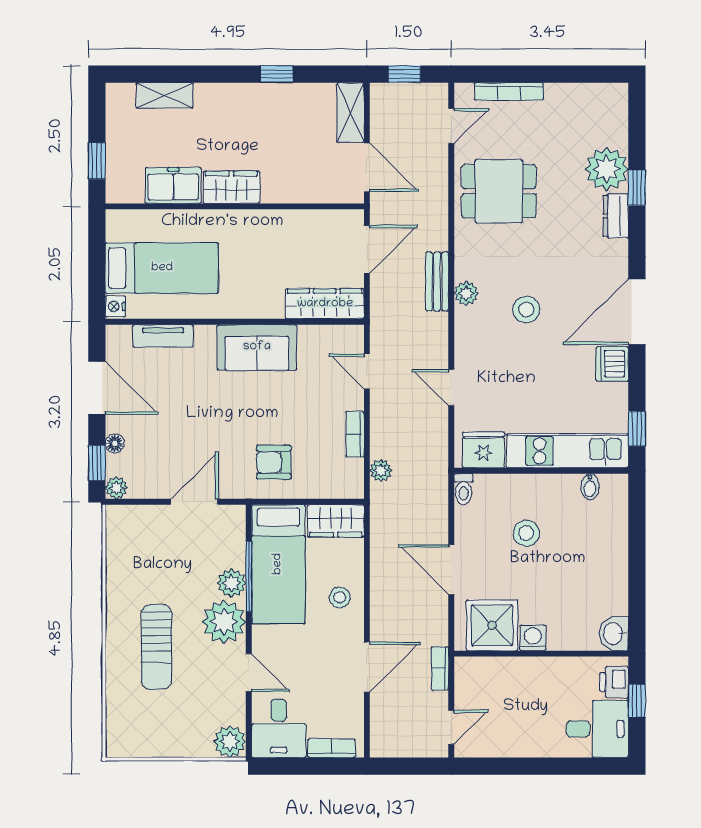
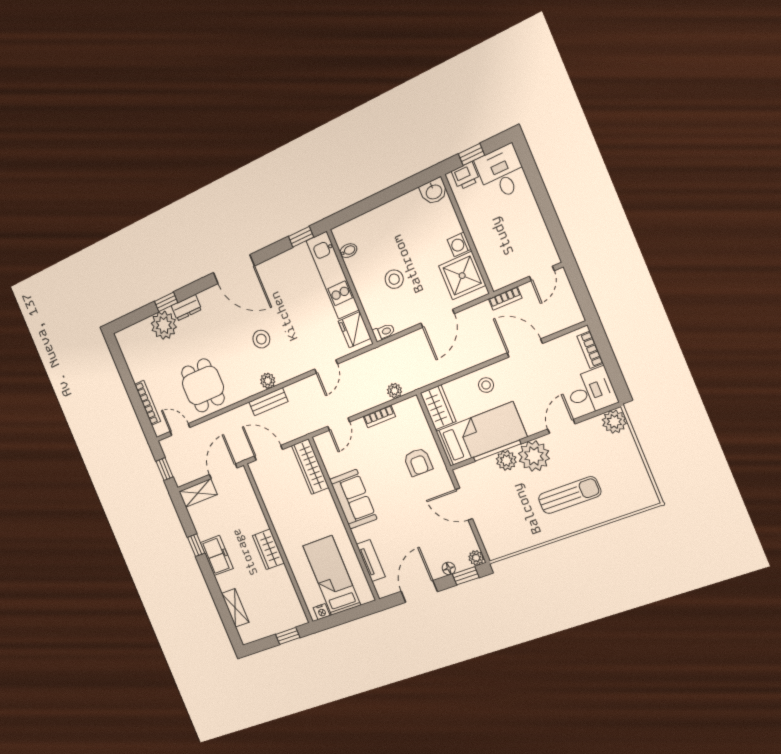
freezer: (173, 185) -> (217, 556), moved, turned 180
nightstand: (115, 306) -> (322, 612), moved
dishwasher: (612, 364) -> (270, 271), removed
door: (451, 727) -> (542, 273), swing flipped

